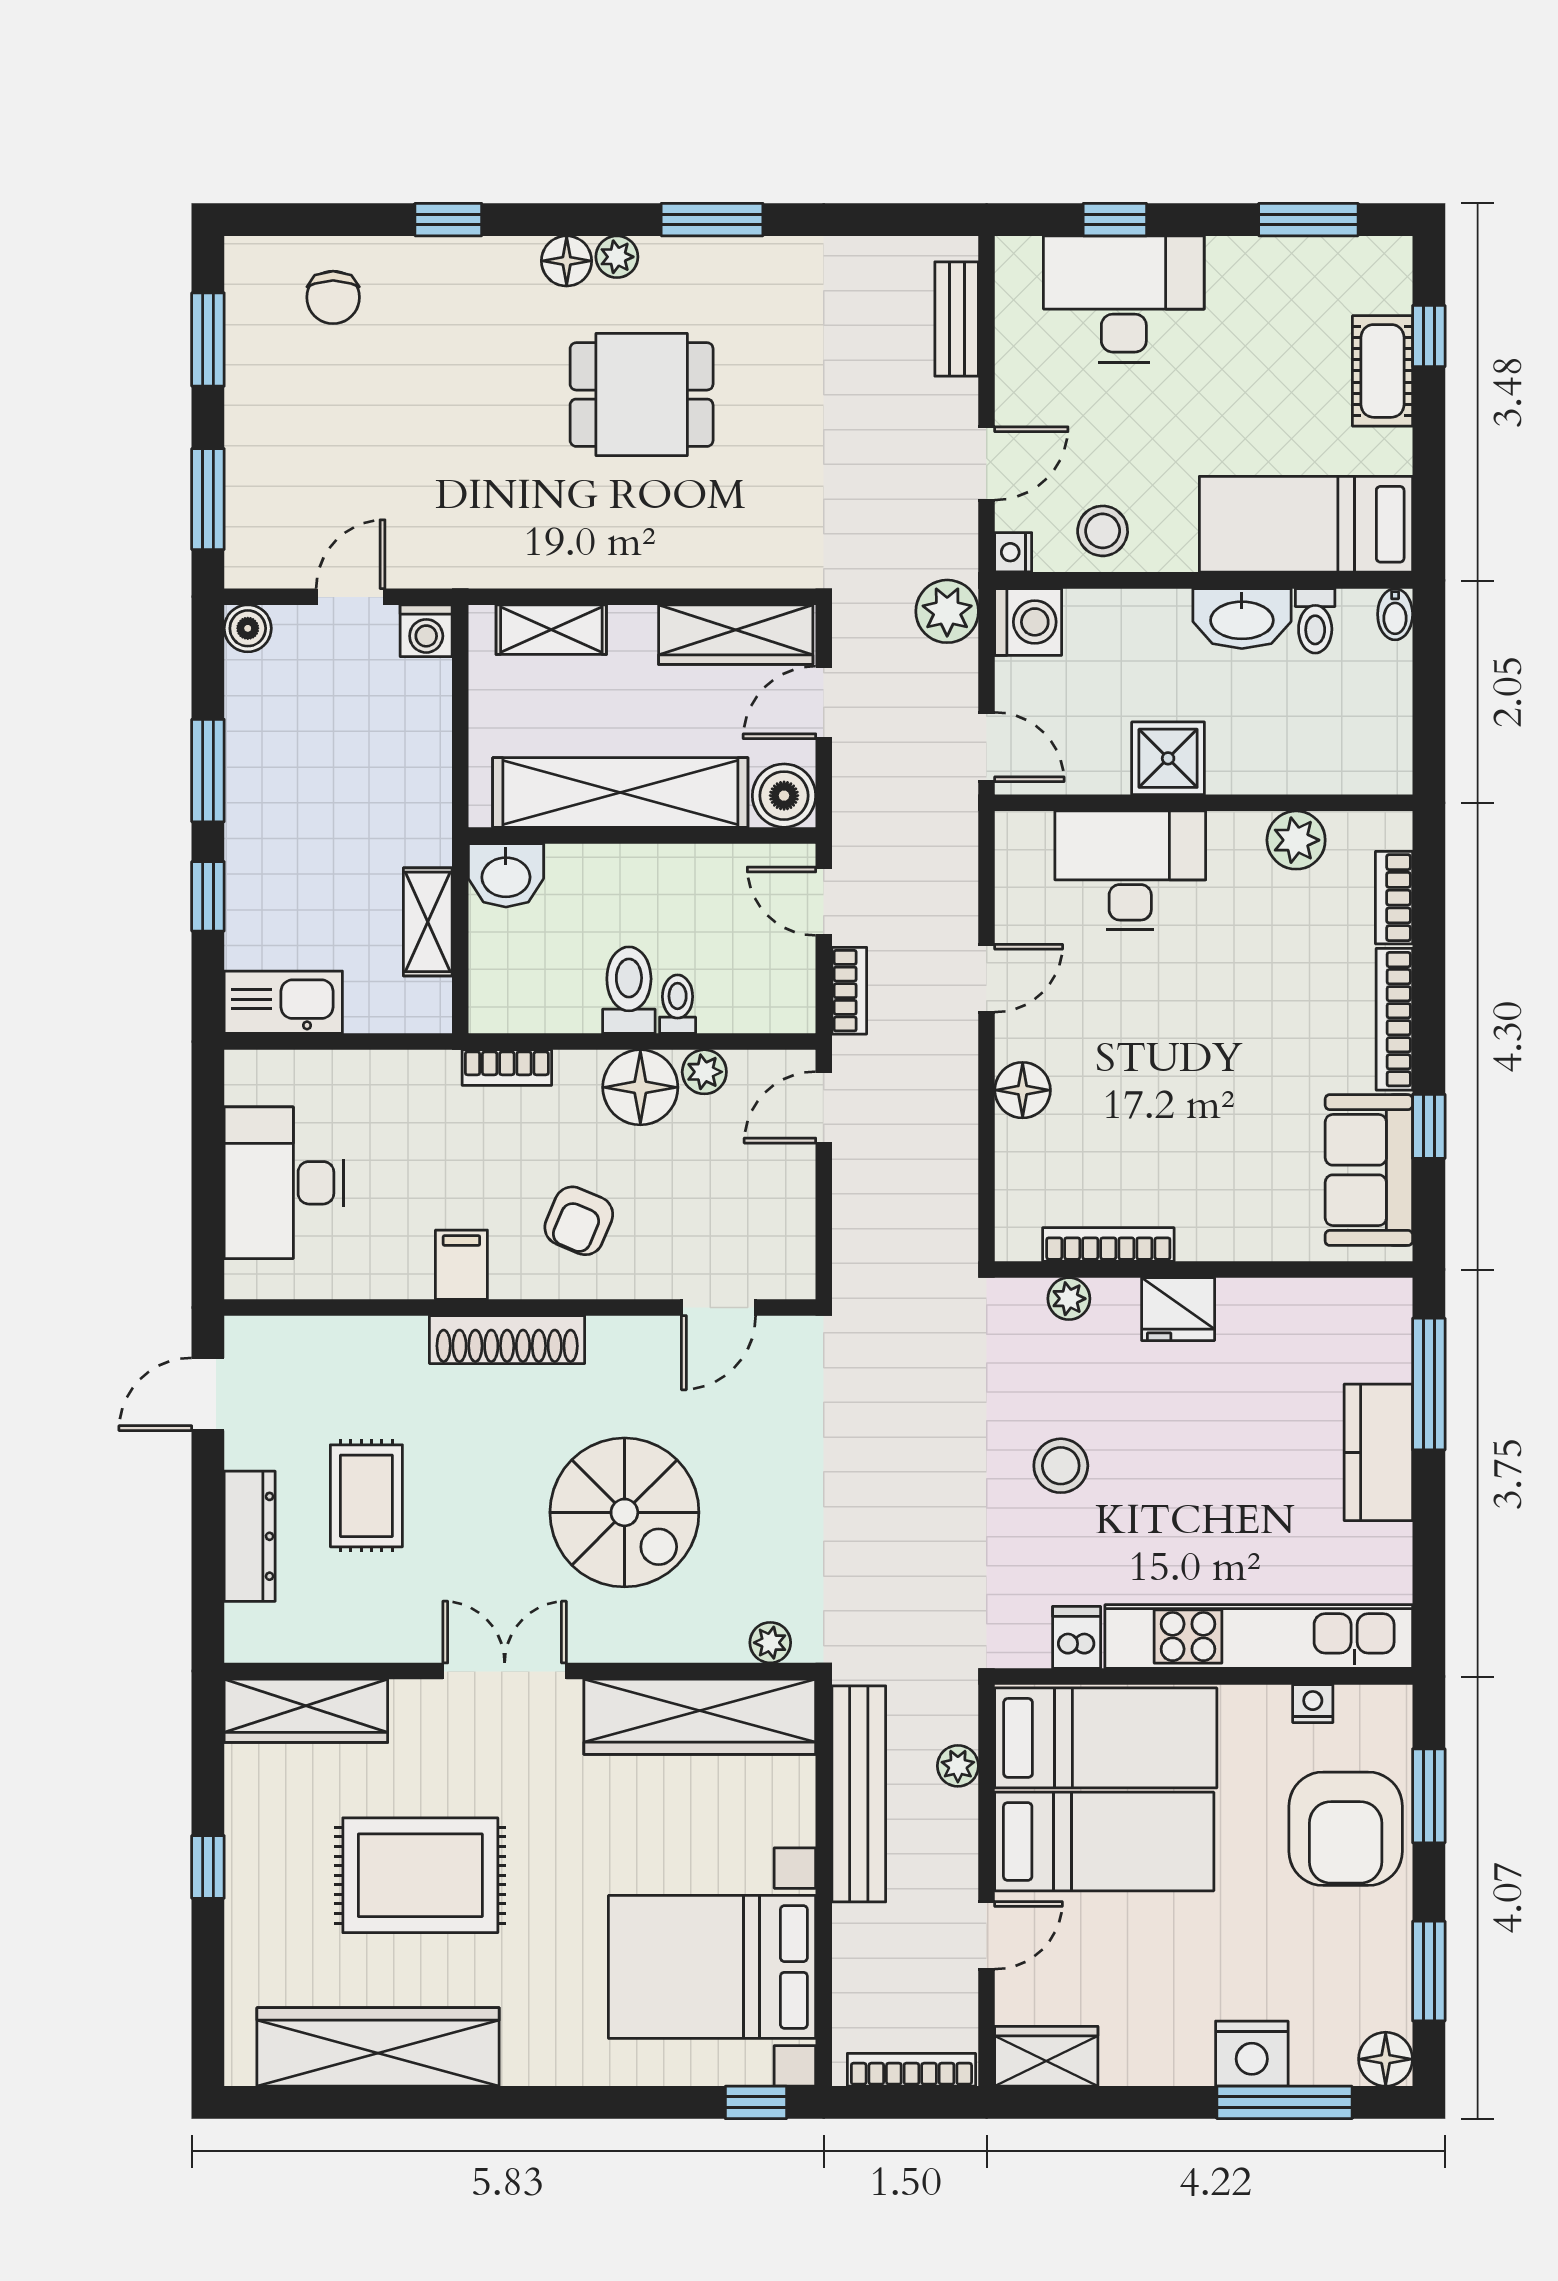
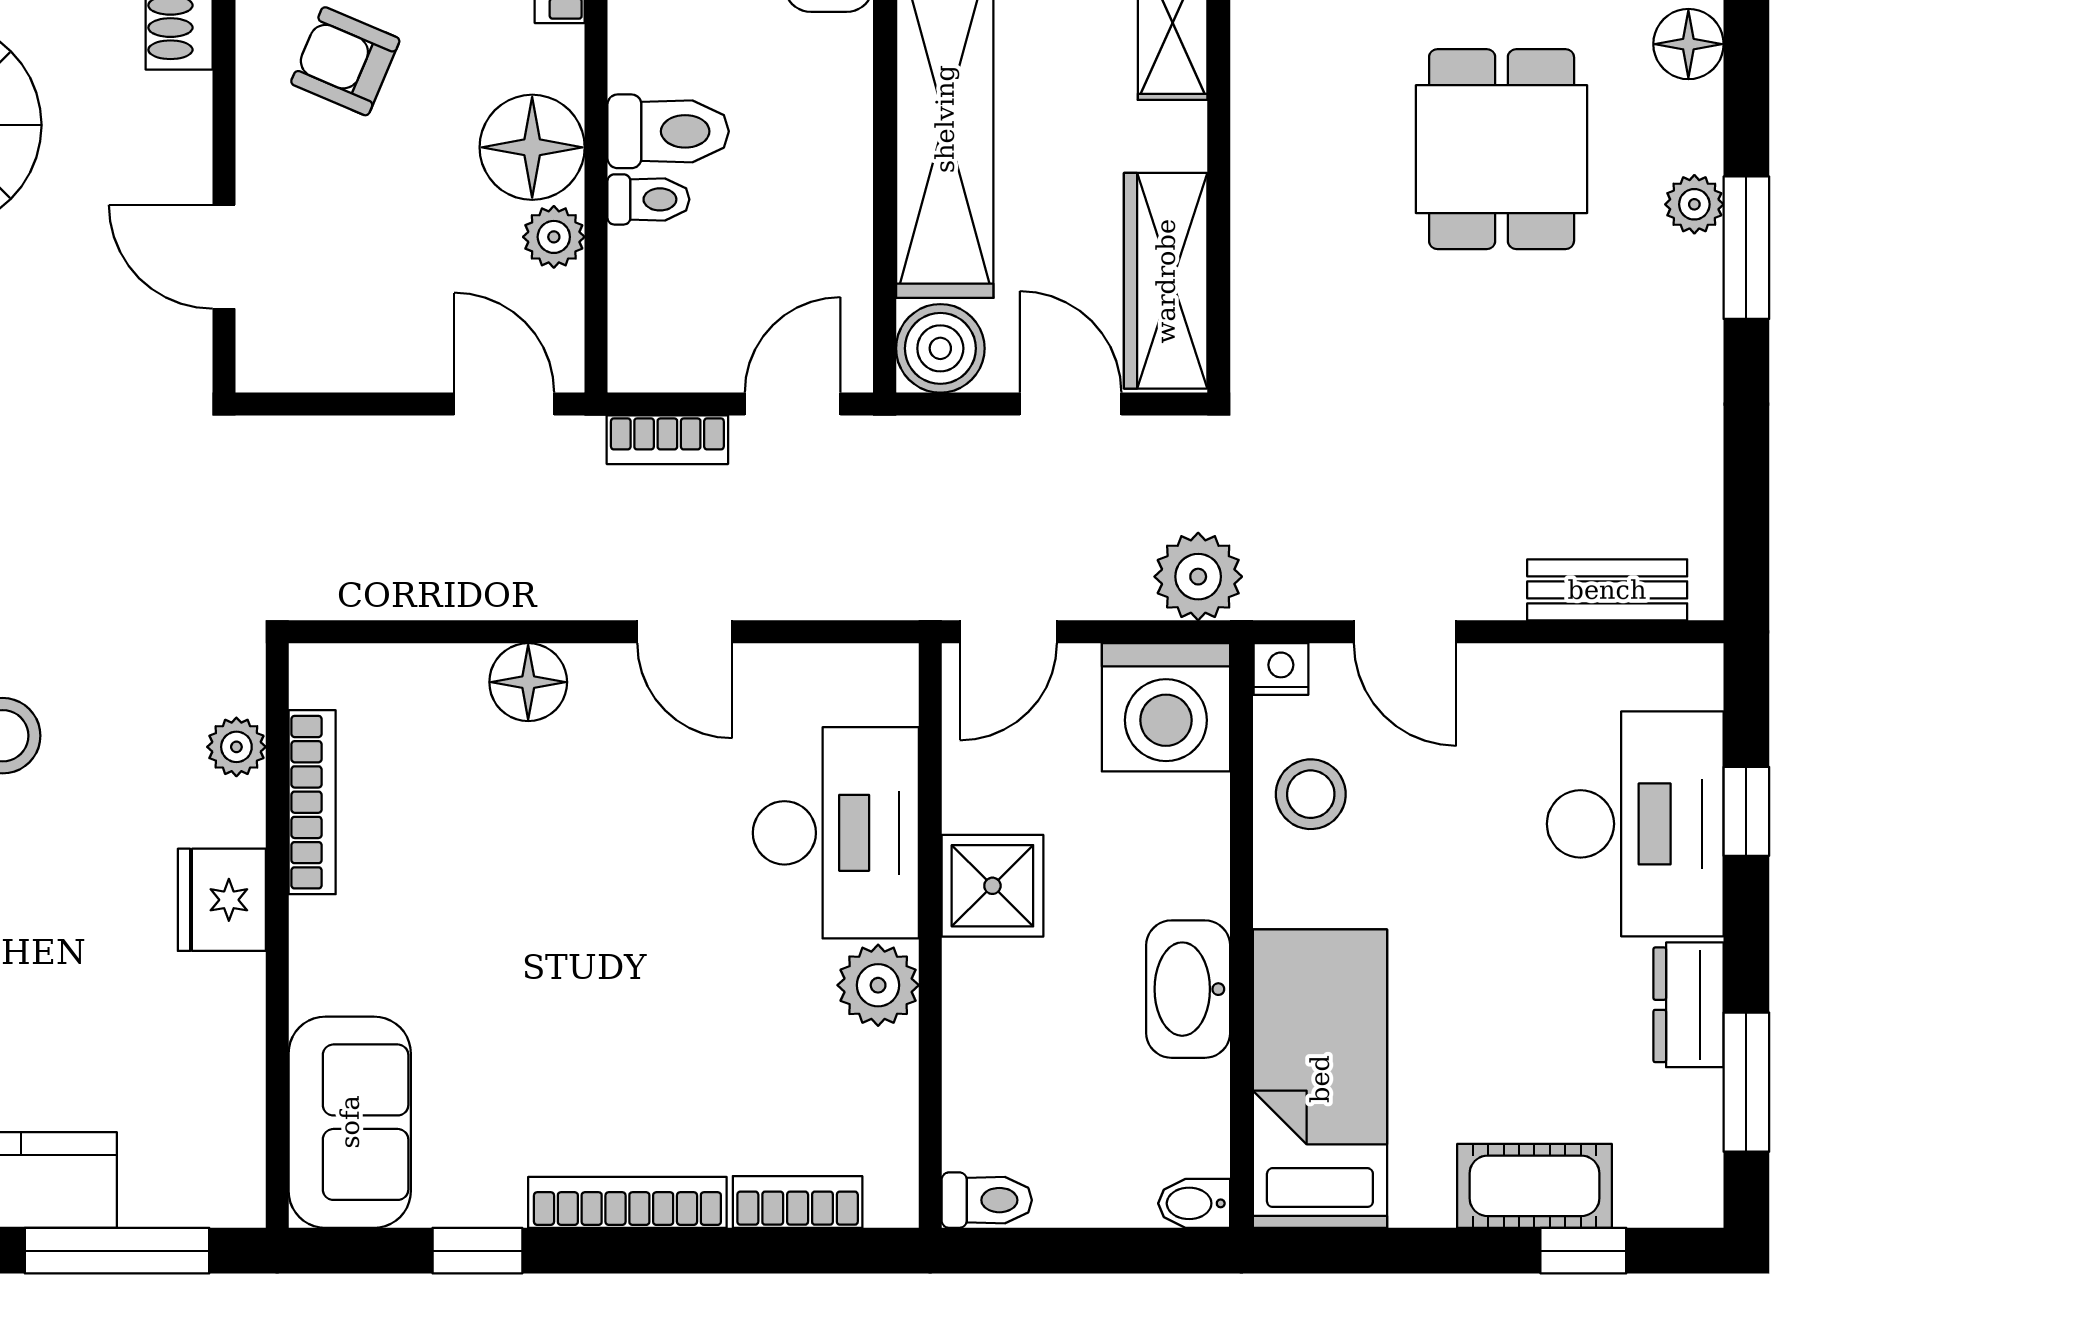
plant: (617, 257) -> (1694, 204), moved
dresser: (1253, 261) -> (1689, 1005), added
toilet: (1315, 621) -> (987, 1200), moved, turned 180
washing machine: (1028, 622) -> (1166, 707), width x1.37, depth x1.37
plant: (1296, 840) -> (878, 985), moved
sofa: (1369, 1170) -> (350, 1122), moved, turned 90

